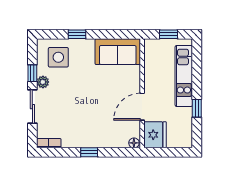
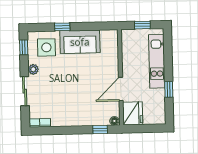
sofa: (118, 52) -> (80, 42), moved
window: (32, 73) -> (24, 47), moved
window: (89, 152) -> (100, 130), moved

